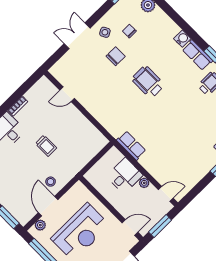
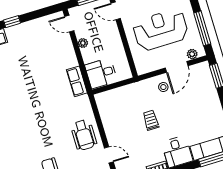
wheelchair: (148, 82) -> (84, 135), moved
desk: (125, 176) -> (101, 73), moved

